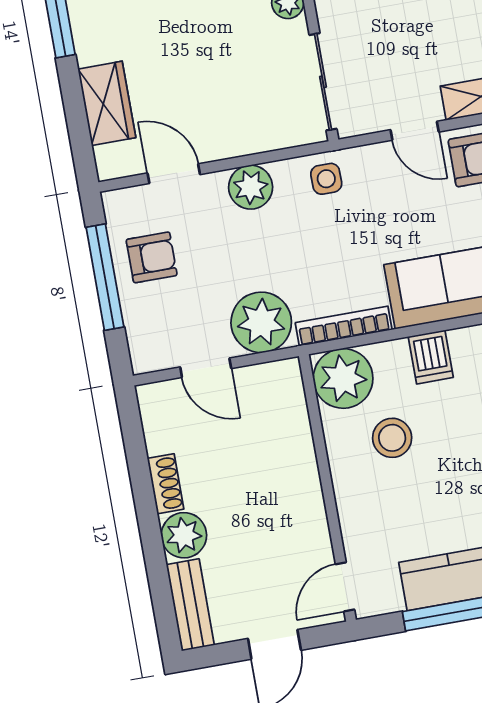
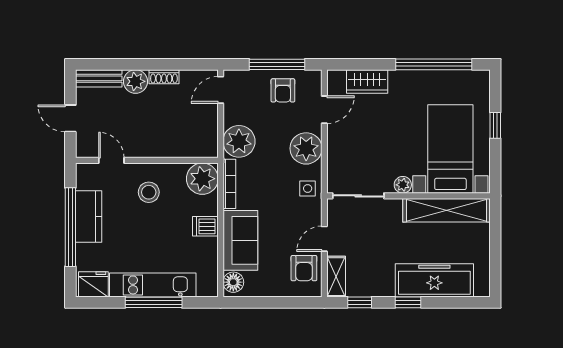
plant: (251, 187) -> (306, 148), width x1.36, depth x1.36
door: (206, 368) -> (221, 90), moved
stool: (392, 438) -> (149, 192), moved
door: (345, 587) -> (111, 160), moved

